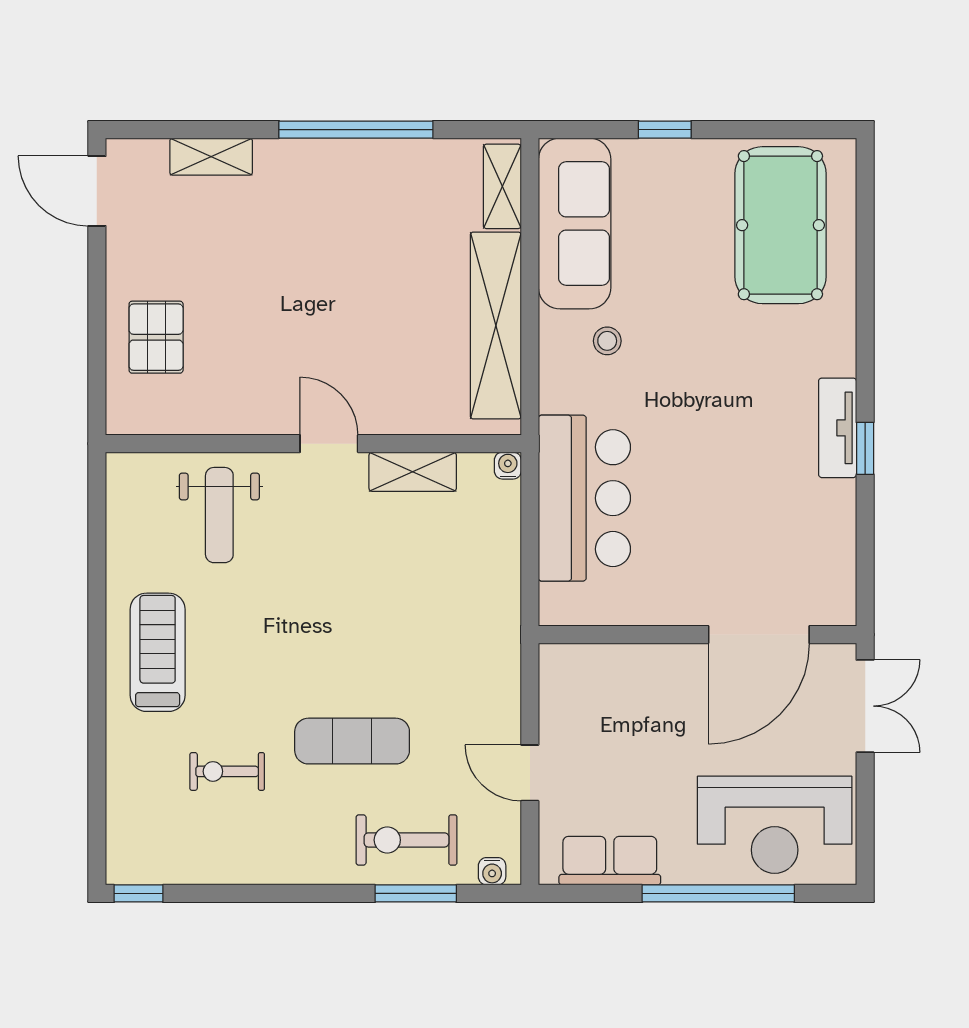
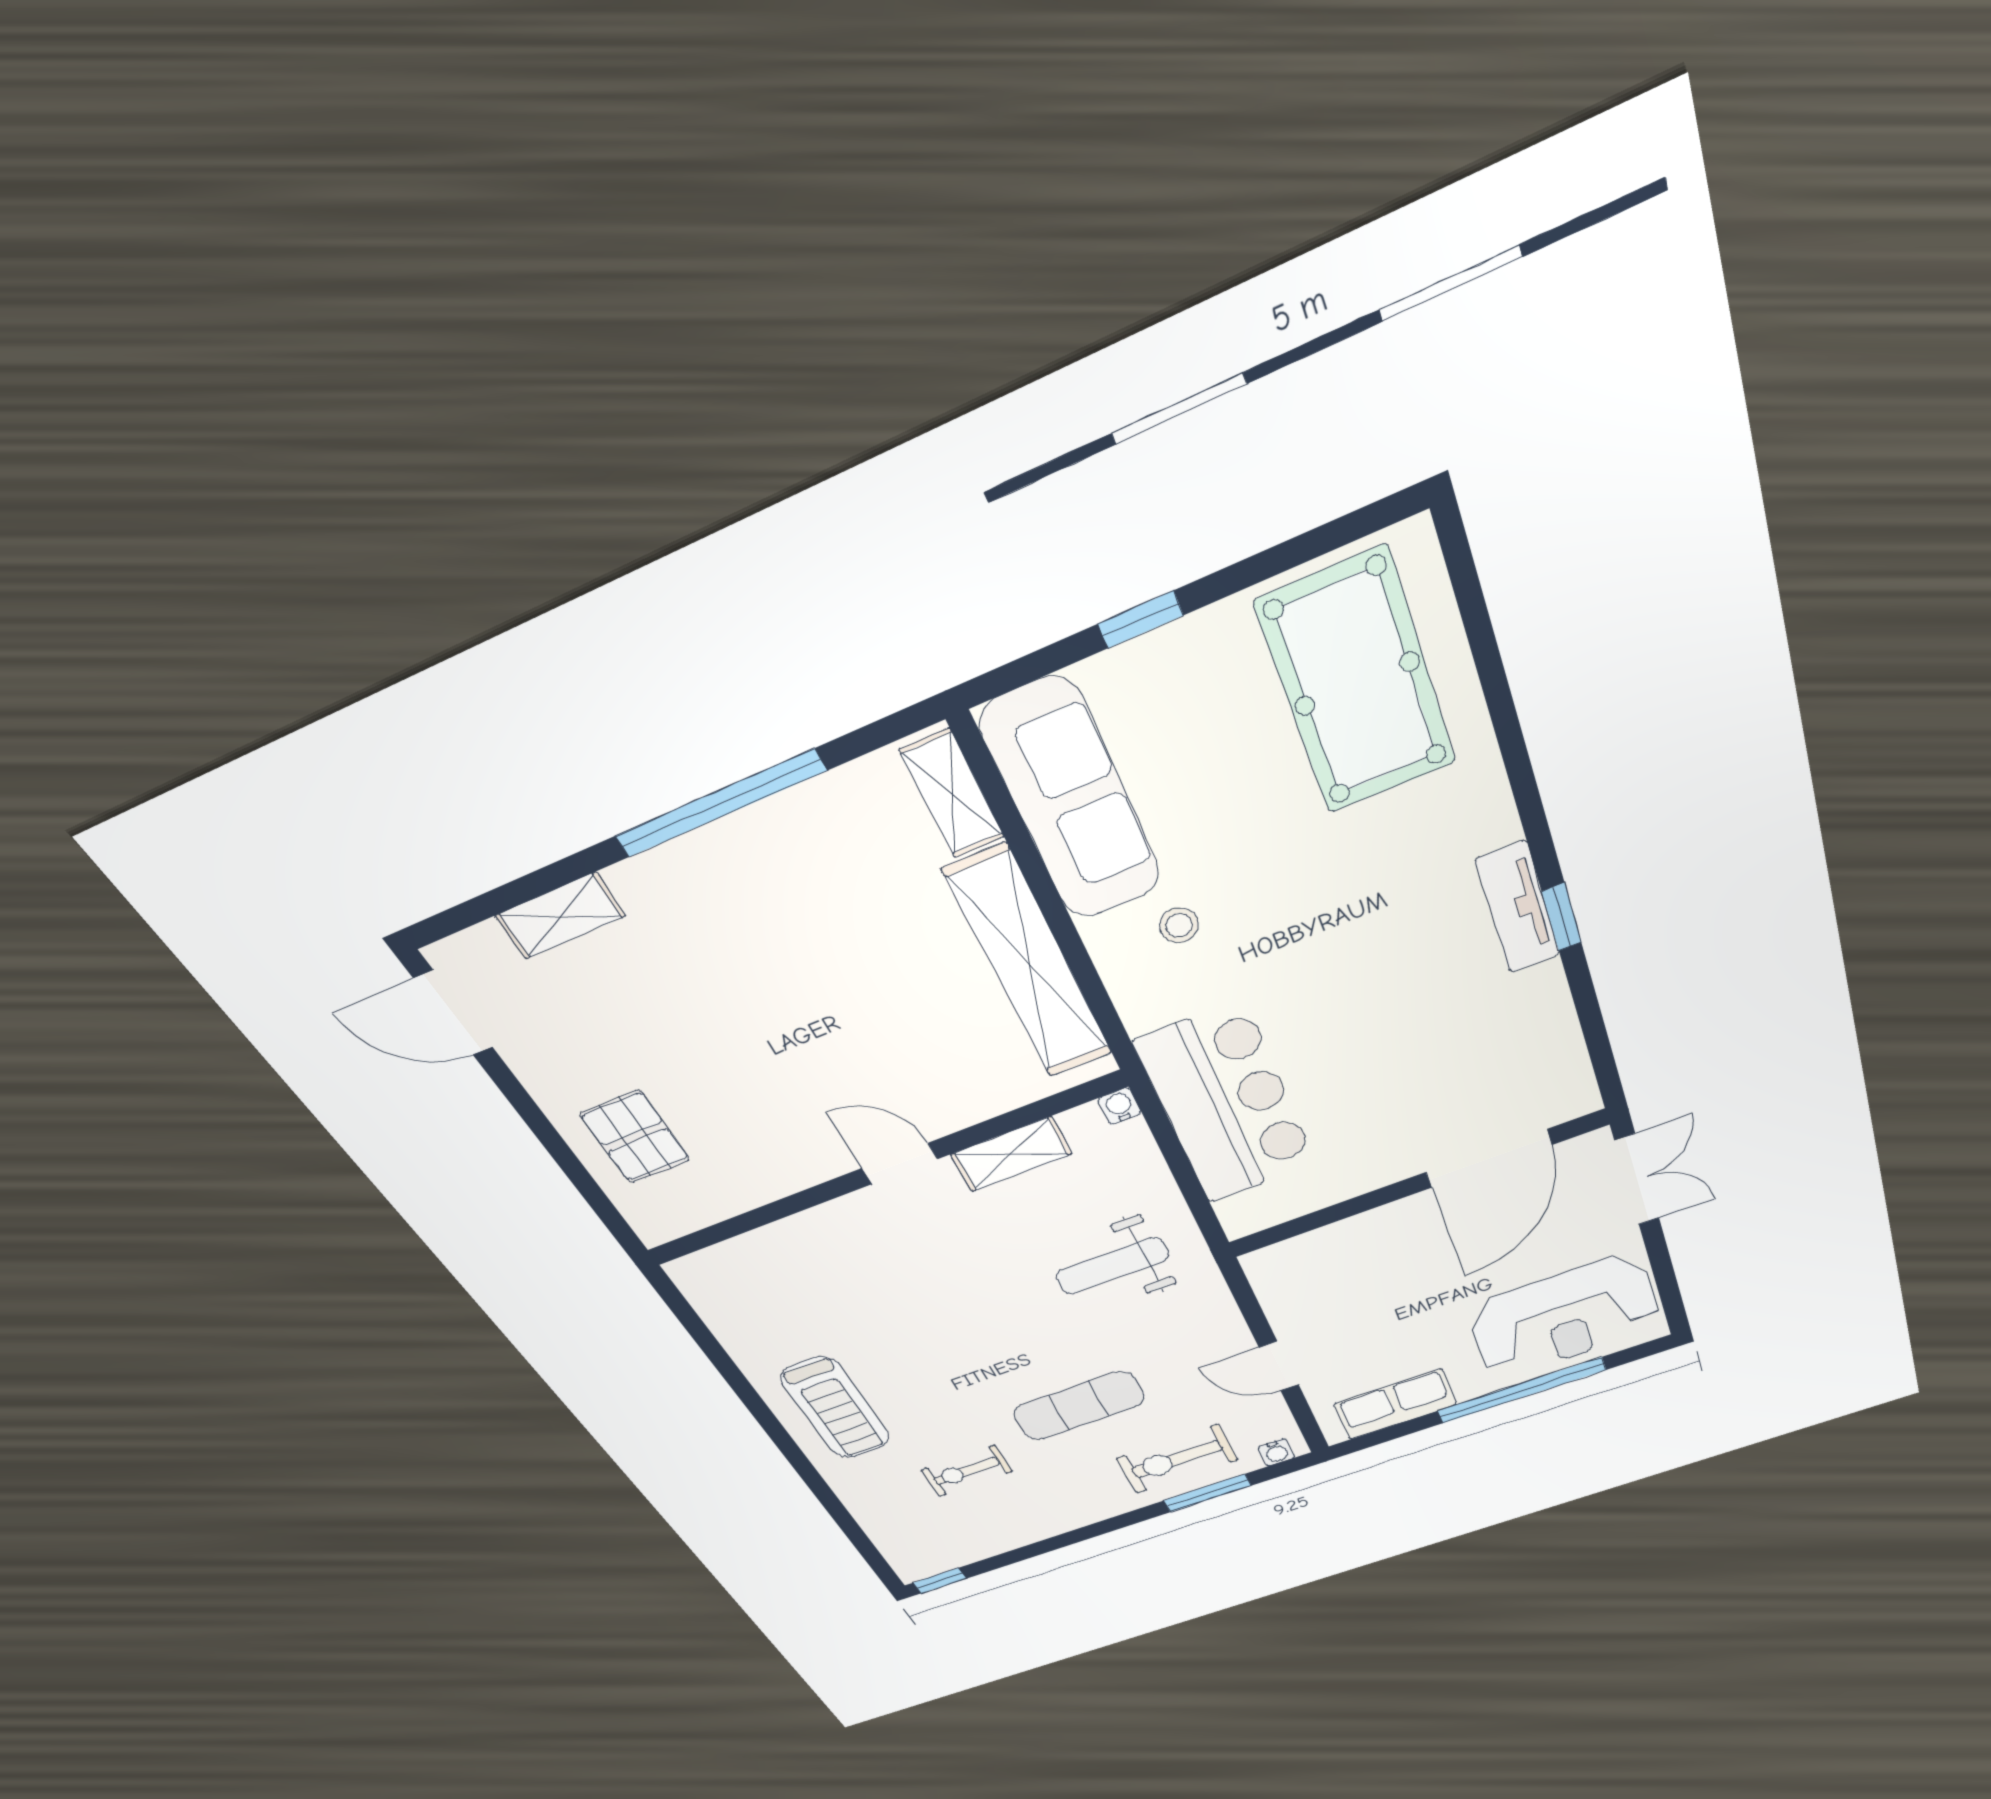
weight bench: (219, 515) -> (1112, 1266), moved, turned 90
treadmill: (158, 652) -> (835, 1408), turned 180

